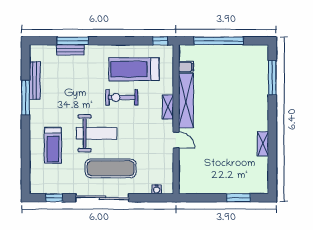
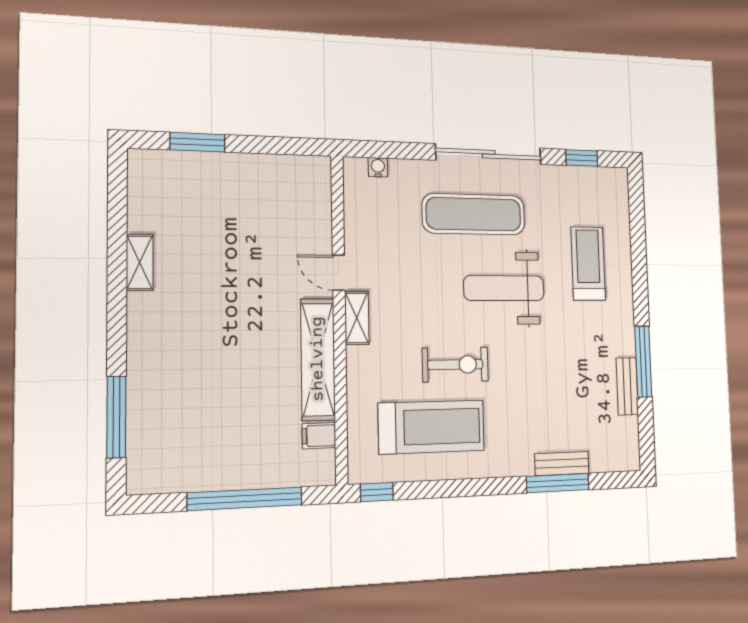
bench: (35, 81) -> (627, 386), width x0.73
shelving: (168, 107) -> (357, 318), moved

